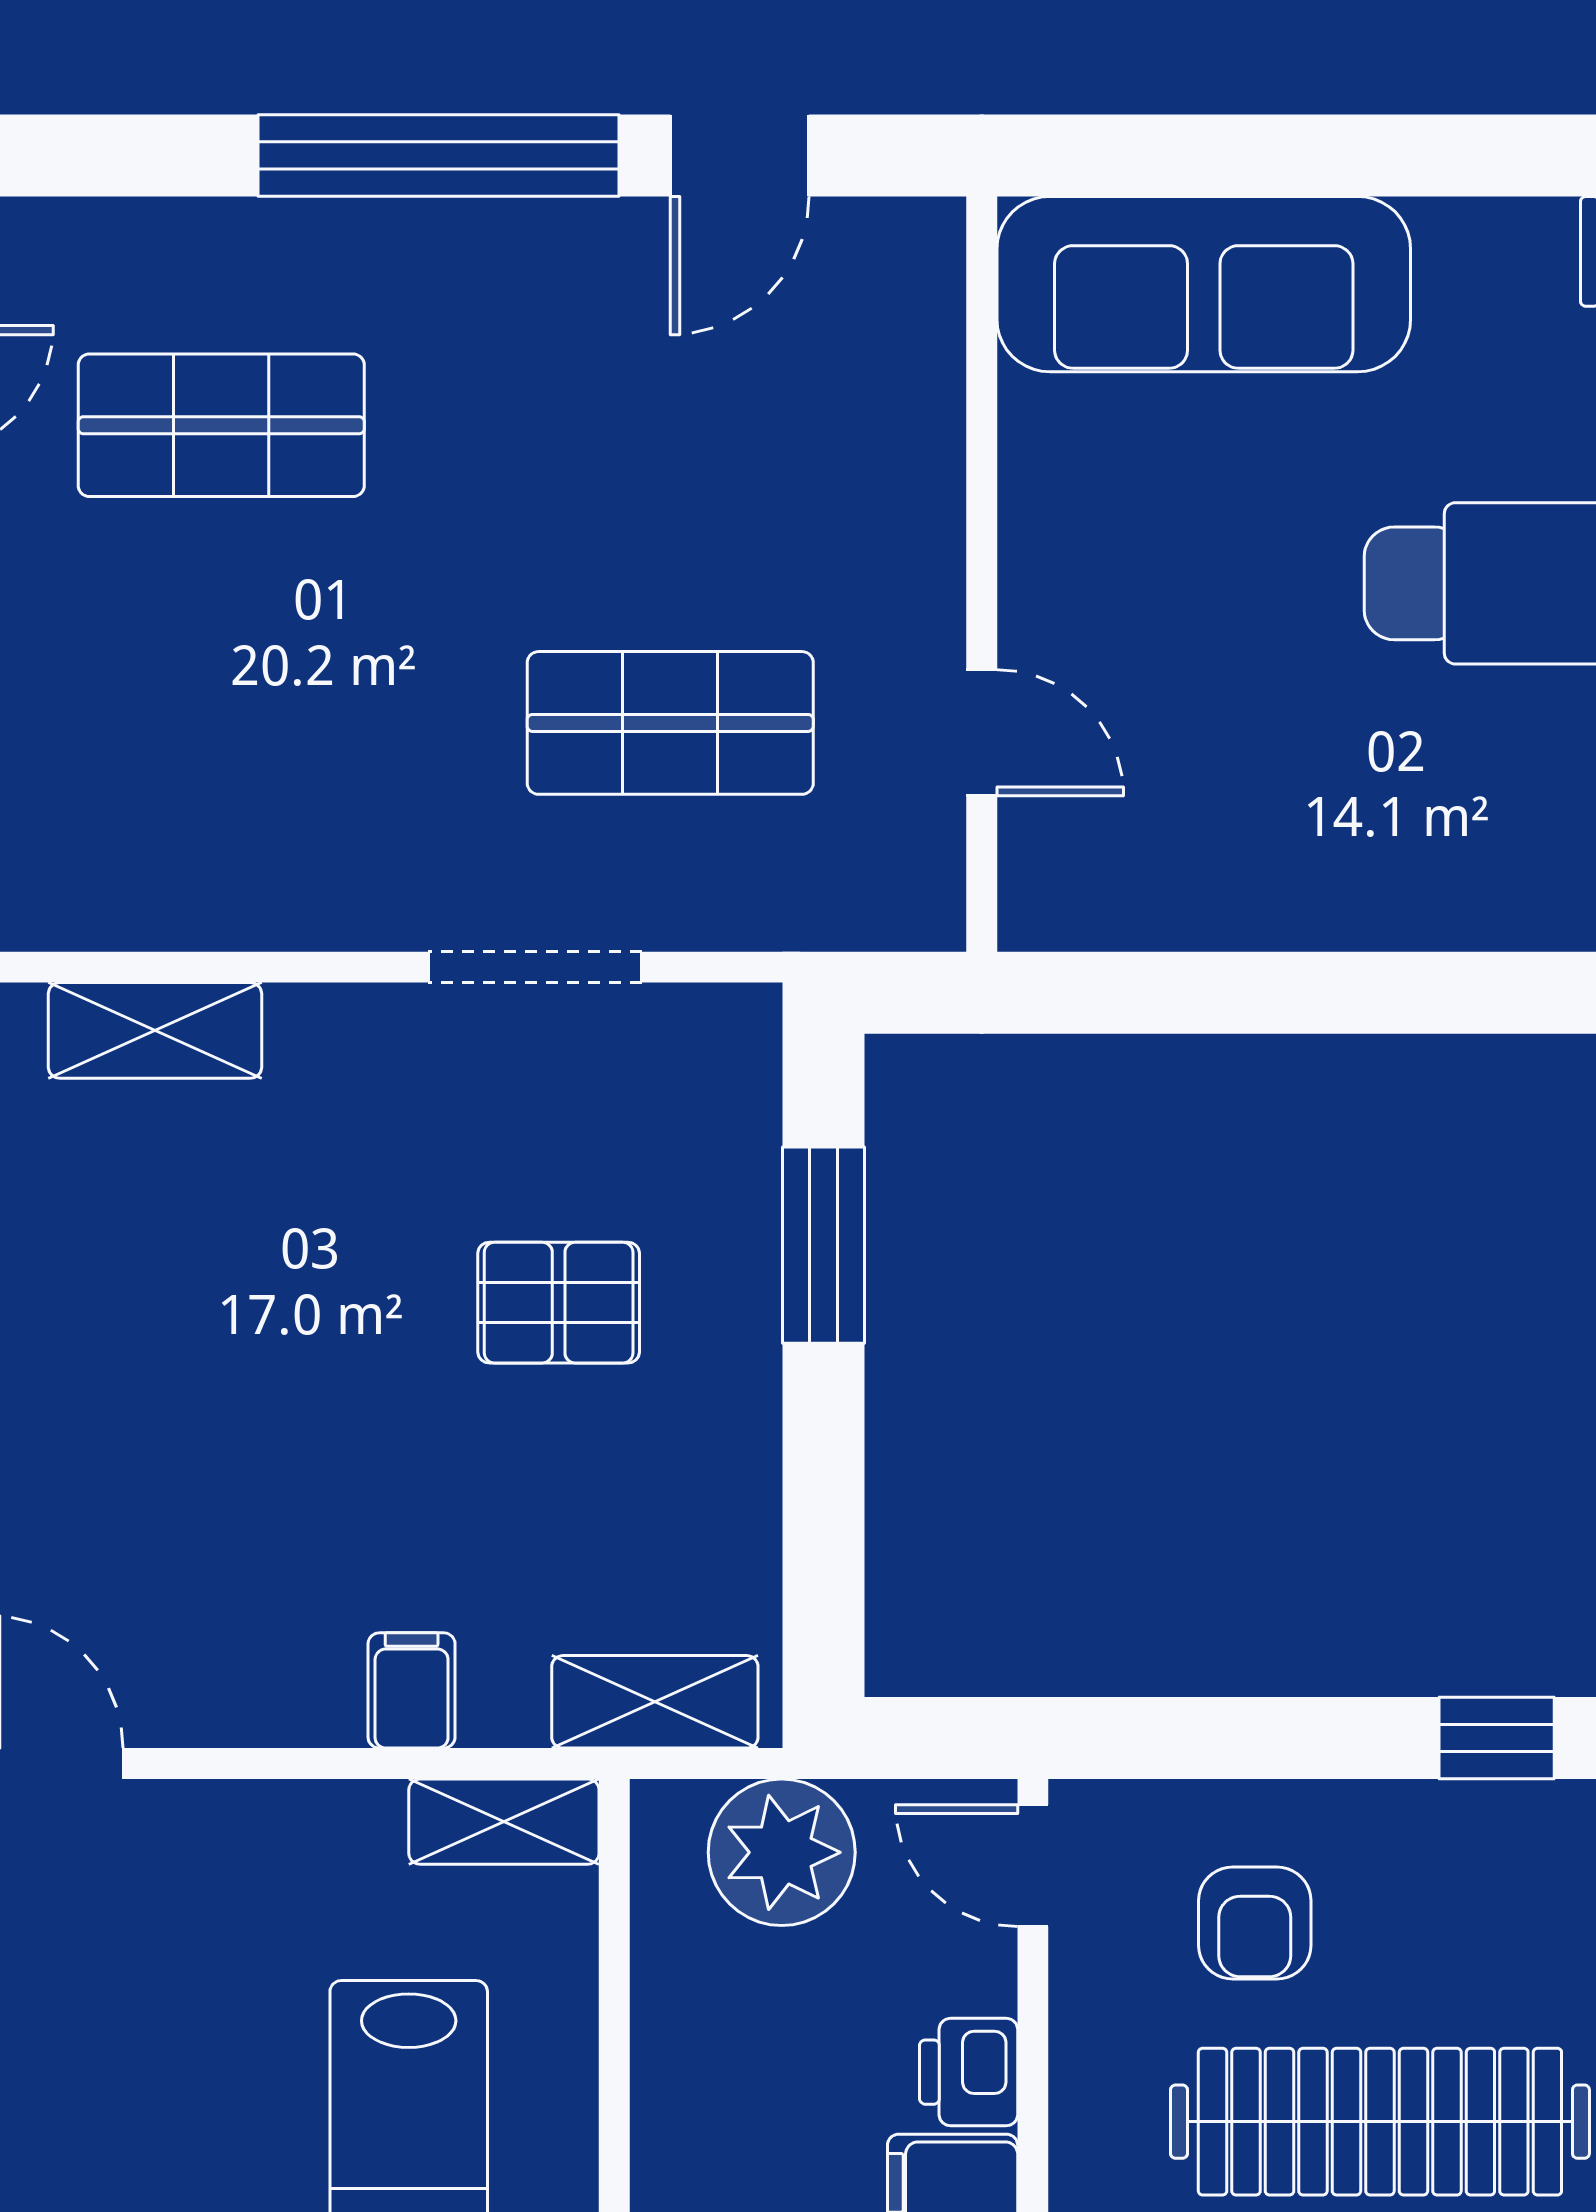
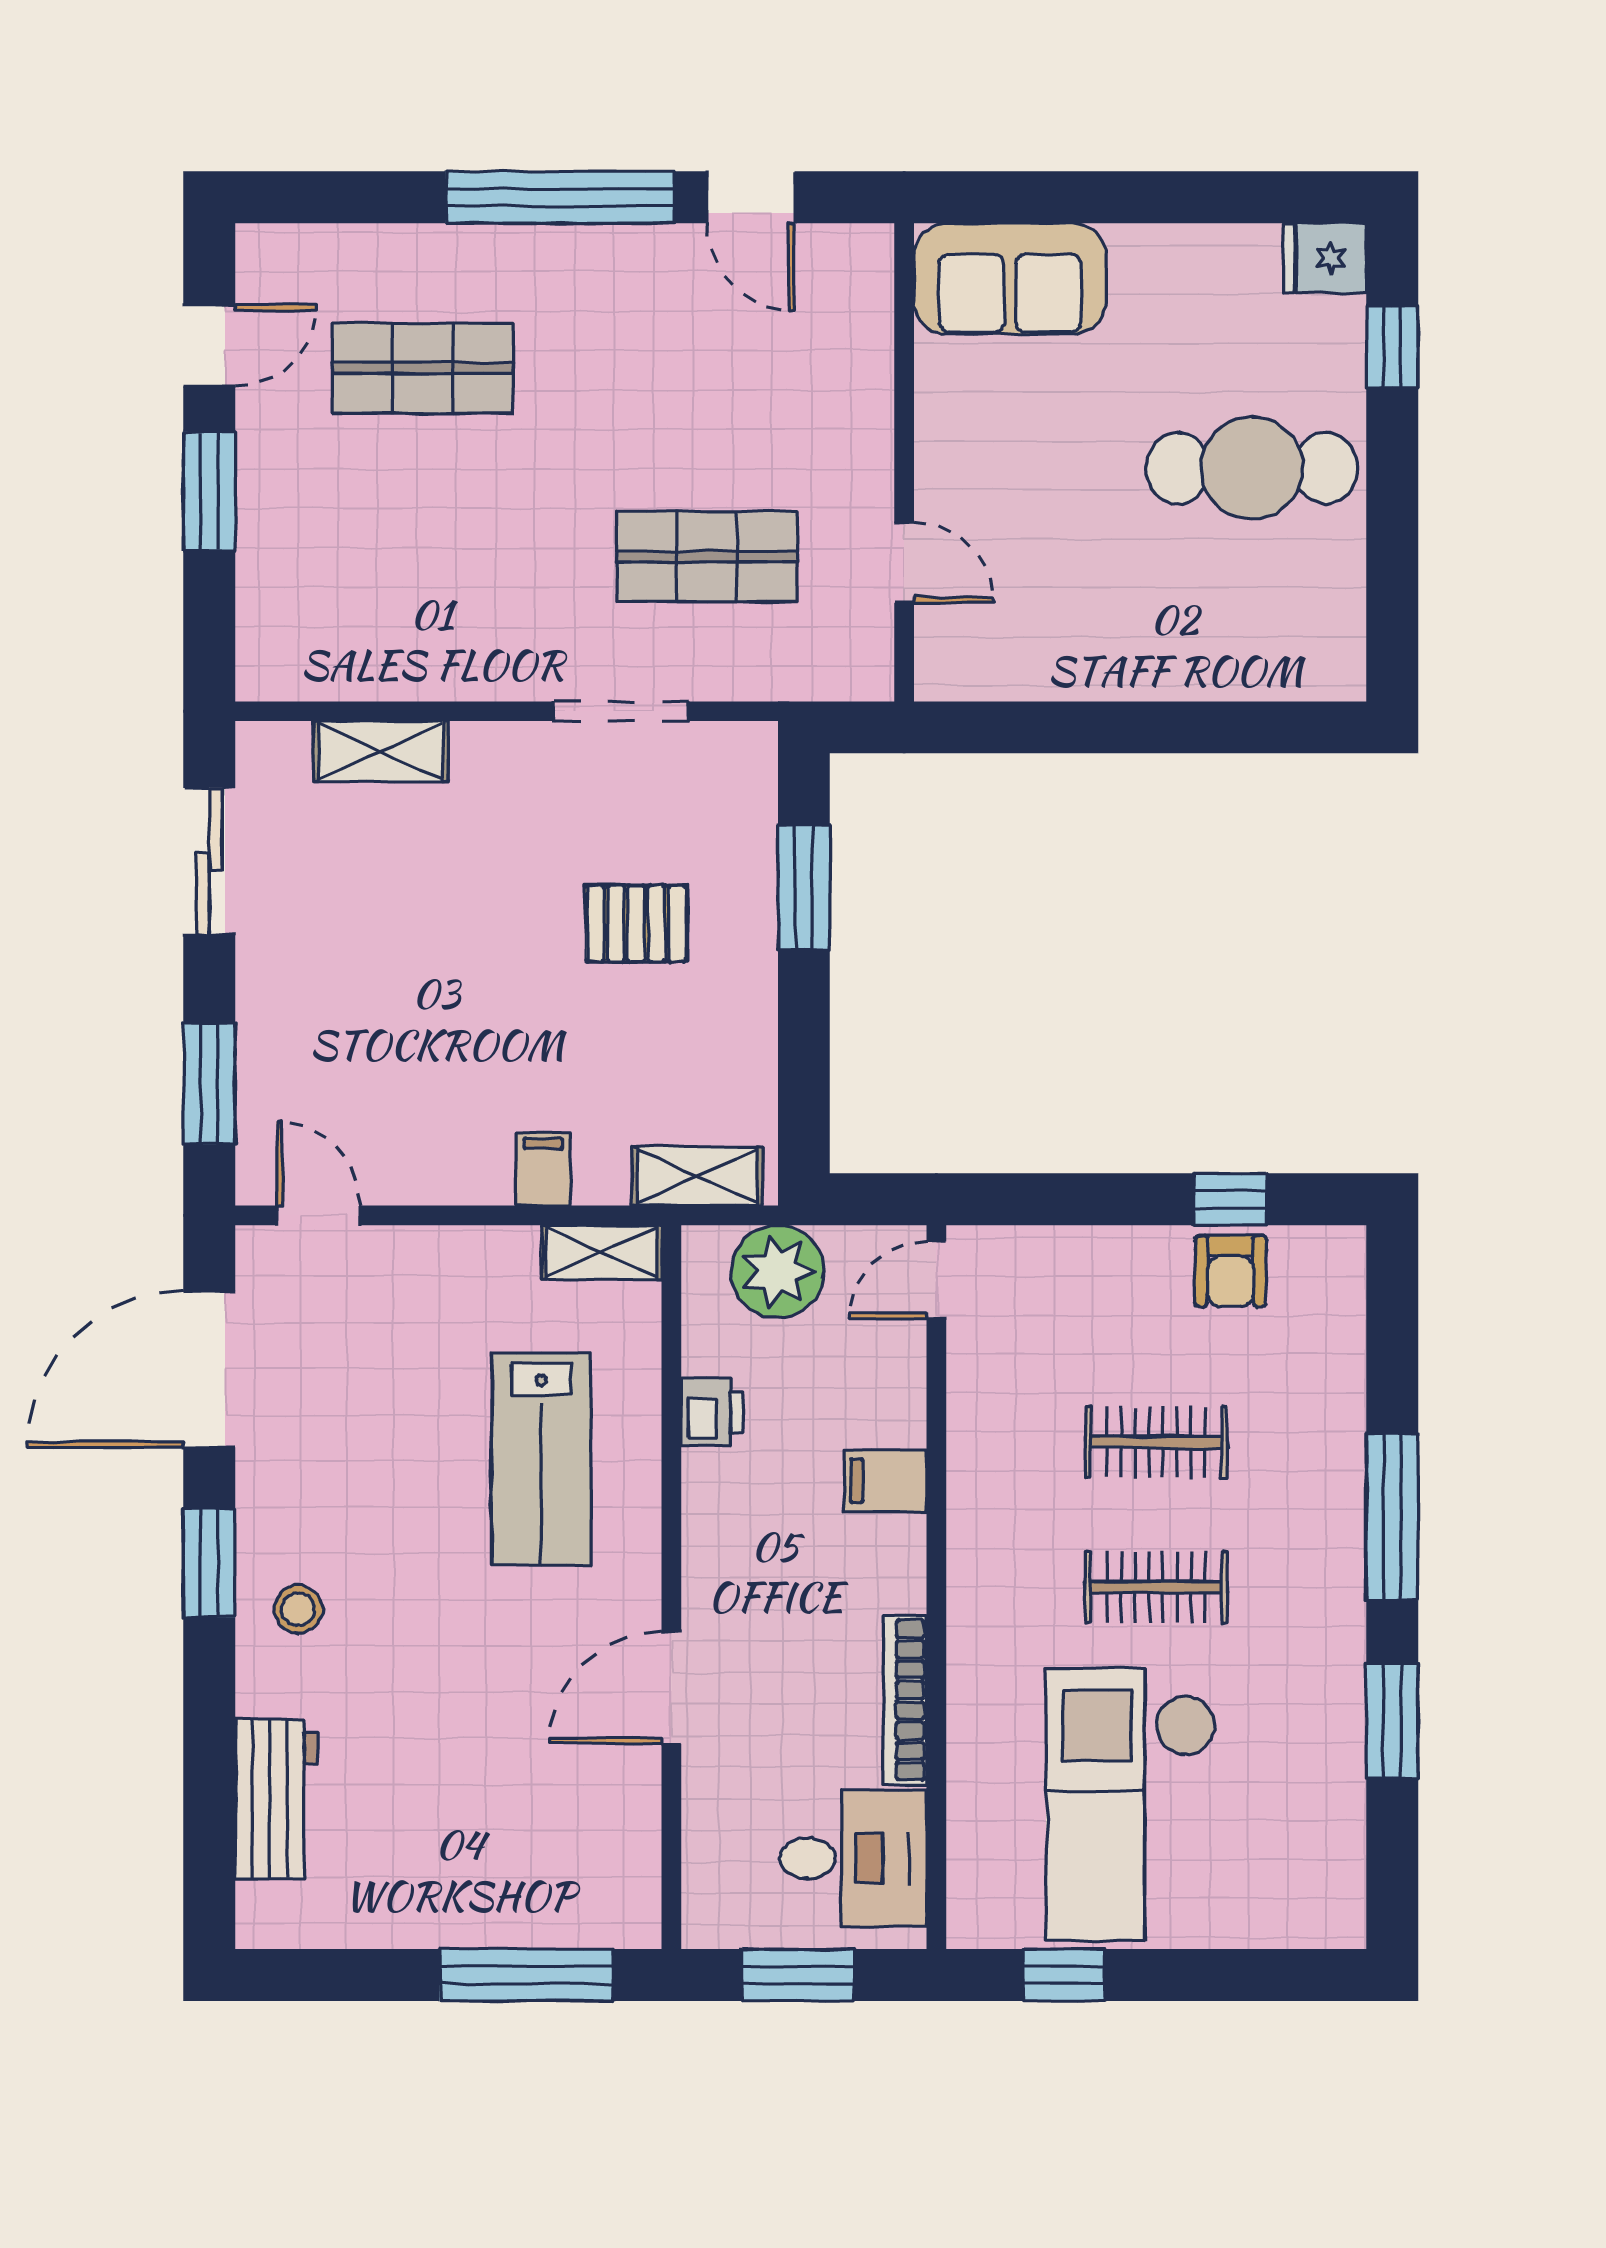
door: (740, 155) -> (751, 197), hinge flipped
sofa: (1204, 284) -> (1010, 279), width x0.73
door: (1033, 1866) -> (936, 1280), hinge flipped
armchair: (1255, 1923) -> (1231, 1271), moved
printer: (969, 2072) -> (712, 1412), moved, turned 180
clothes rail: (1380, 2122) -> (1156, 1442), width x0.54, depth x0.76

